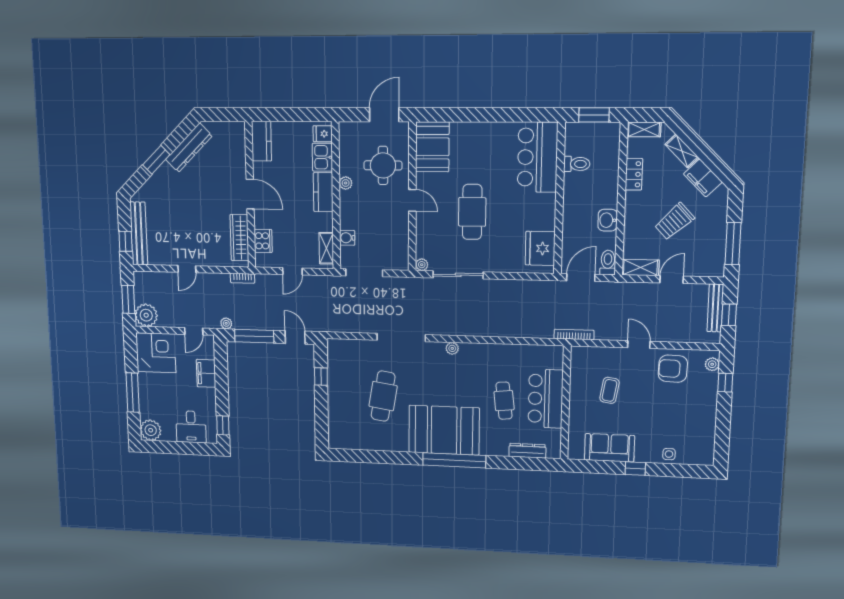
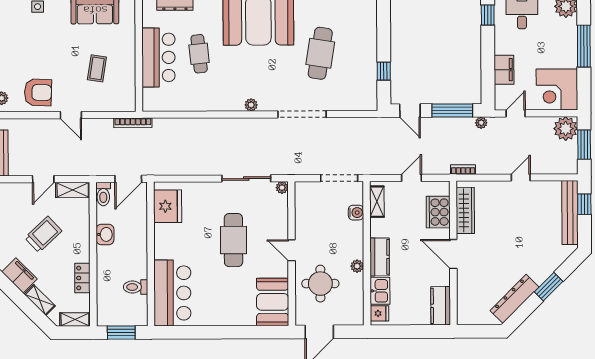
cooker: (263, 241) -> (438, 212), width x1.37, depth x1.31

